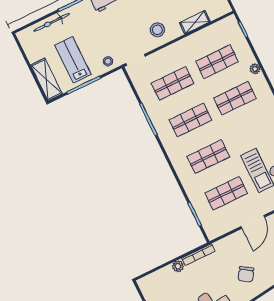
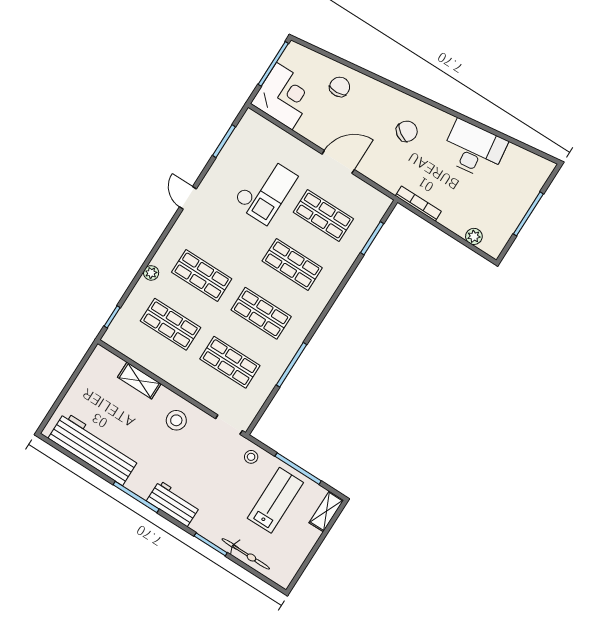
lab bench: (73, 60) -> (275, 500), turned 180
shelving: (46, 79) -> (326, 511), width x0.67, depth x0.75
plant: (178, 266) -> (474, 236), moved

